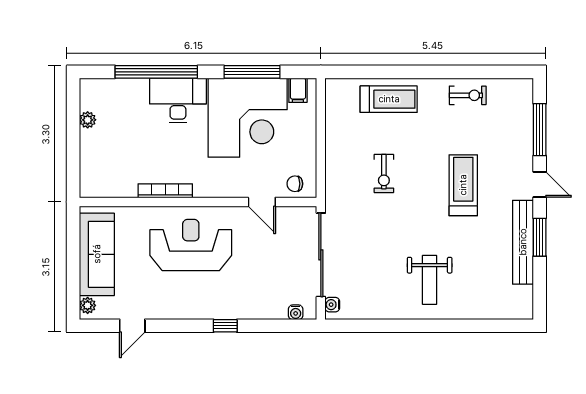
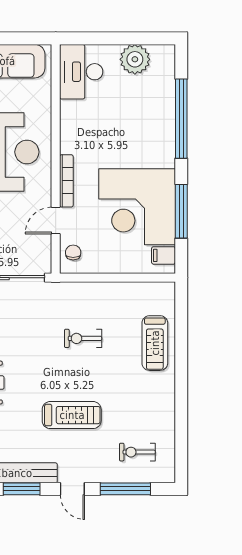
exercise bike: (468, 95) -> (137, 452), moved, turned 90
desk: (178, 100) -> (81, 72), moved, turned 180
plant: (88, 120) -> (135, 59), width x1.88, depth x1.88
door: (540, 184) -> (72, 489), hinge flipped
bookcase: (165, 191) -> (66, 181), moved

